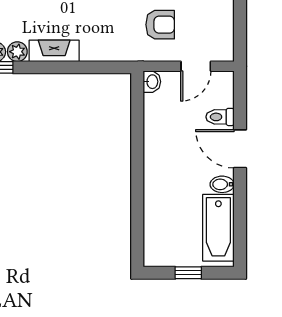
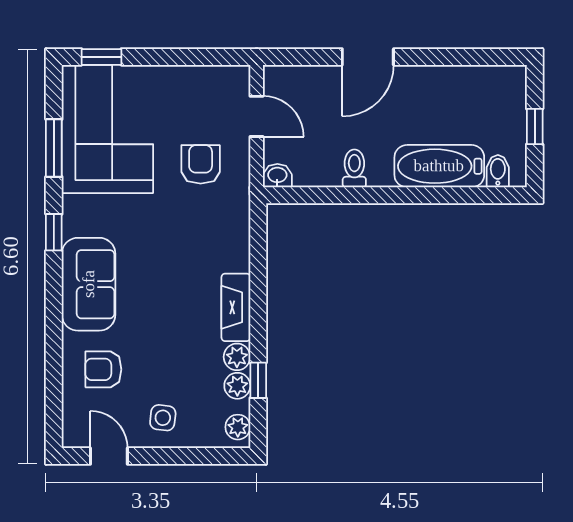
toilet: (220, 117) -> (354, 168), moved, turned 180
bidet: (222, 184) -> (498, 171), moved, turned 180
bathtub: (218, 228) -> (439, 166), moved, turned 180

